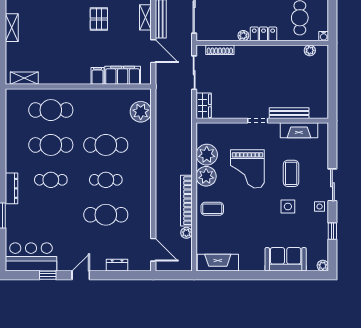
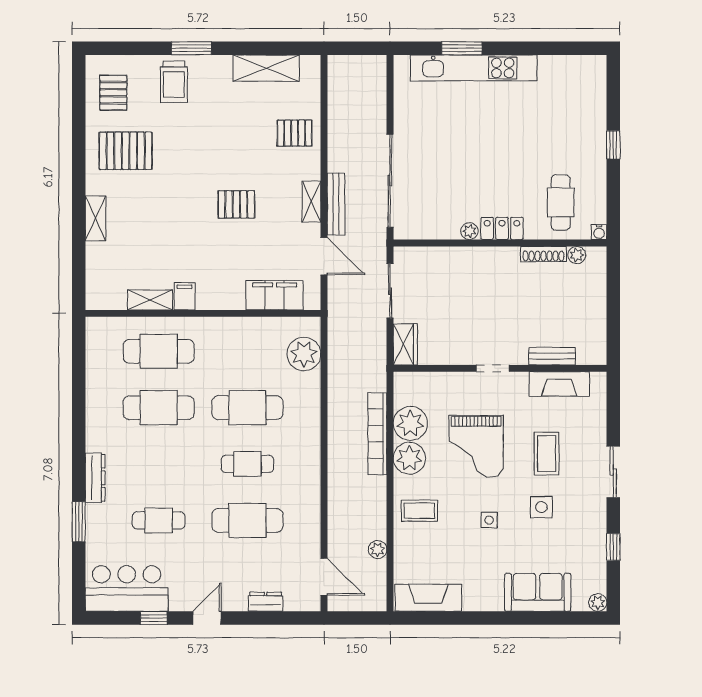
pallet: (99, 19) -> (236, 204), turned 90
shoe rack: (220, 50) -> (543, 254), moved
filing cabinet: (97, 76) -> (185, 296), moved
shelving: (24, 78) -> (150, 300), moved
bench: (289, 113) -> (552, 356), width x0.73
cafe table: (51, 180) -> (159, 520), moved
bookcase: (186, 201) -> (377, 434), moved
side table: (320, 207) -> (489, 520), moved

